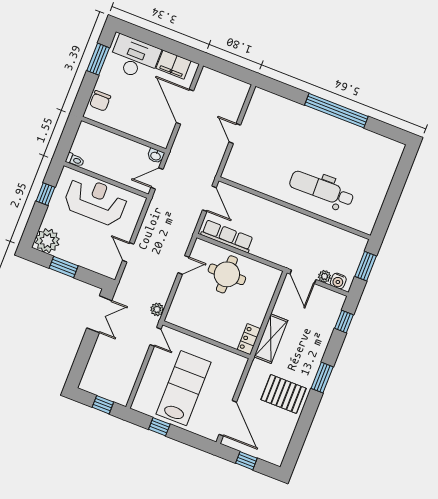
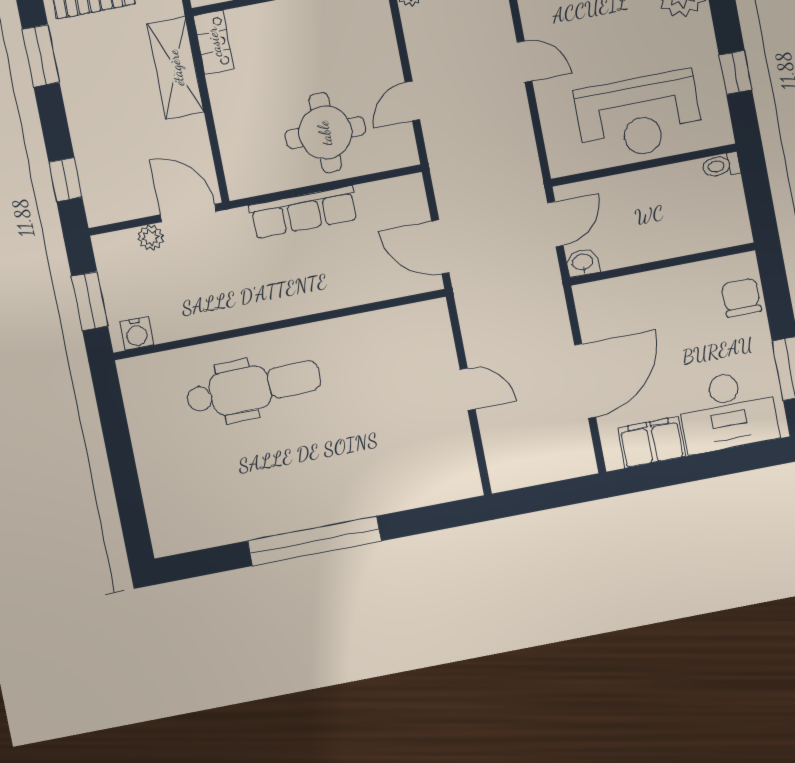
door: (185, 107) -> (585, 381), hinge flipped
row of seats: (227, 236) -> (304, 212), moved
water cooler: (338, 281) -> (137, 333), moved, turned 180

